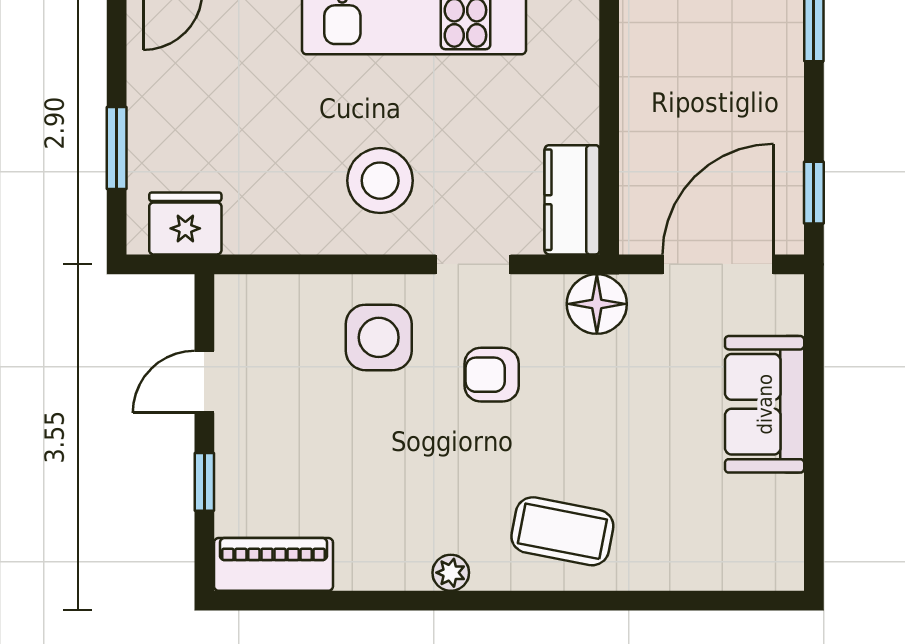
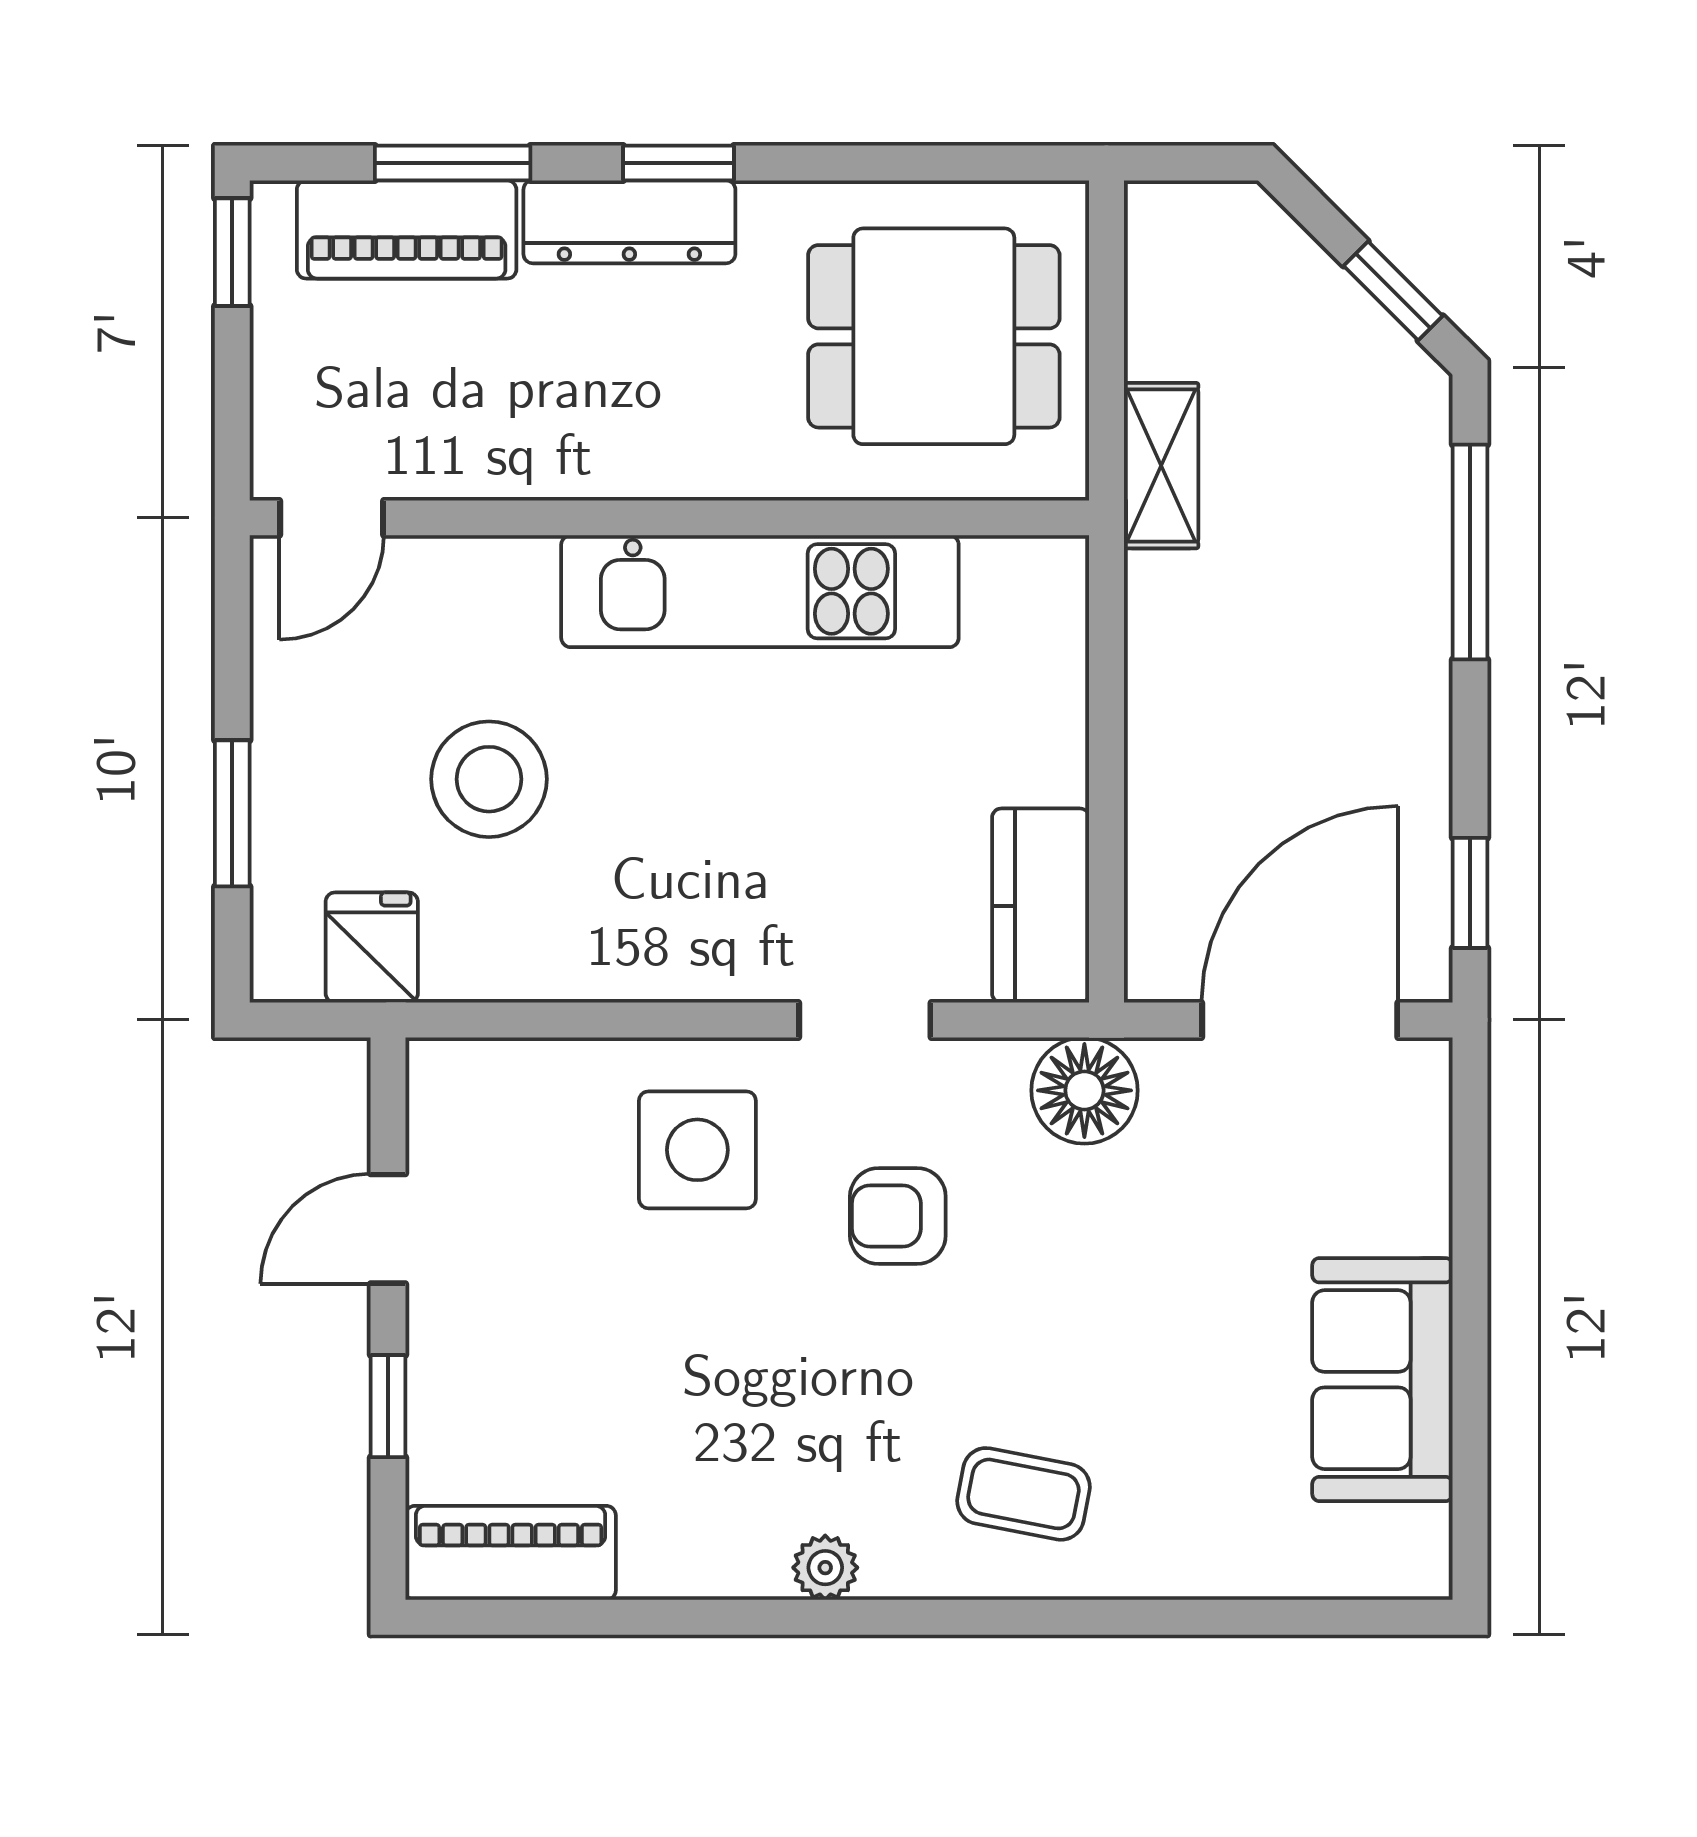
stool: (380, 181) -> (489, 779), moved
fridge: (185, 223) -> (372, 948), width x0.72
sofa: (765, 404) -> (1382, 1380), moved
coffee table: (562, 531) -> (1023, 1494), width x0.73, depth x0.77

